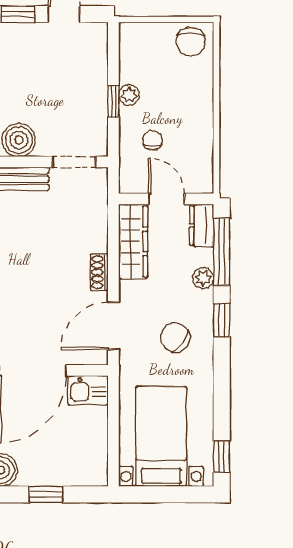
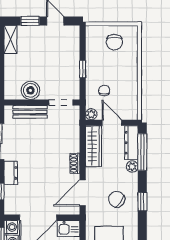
chair: (191, 42) -> (114, 42), moved
plant: (129, 95) -> (91, 114), moved
dresser: (202, 225) -> (131, 143), width x1.44
window: (222, 320) -> (142, 202), moved

